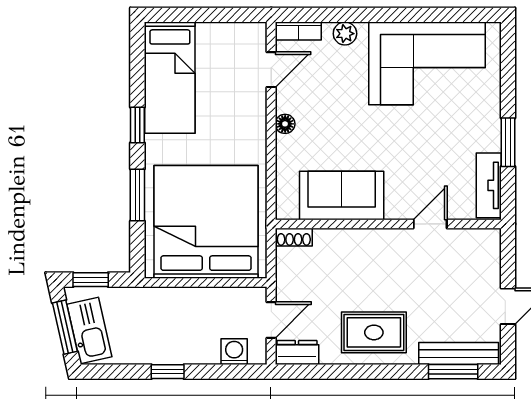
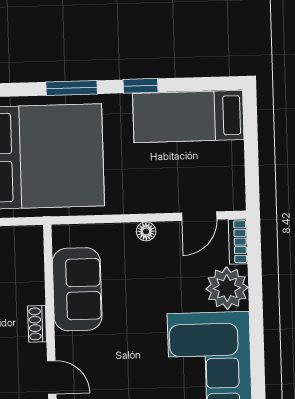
plant: (345, 34) -> (227, 288), width x1.88, depth x1.88
door: (271, 70) -> (199, 216), hinge flipped
shoe rack: (294, 237) -> (37, 324), moved

